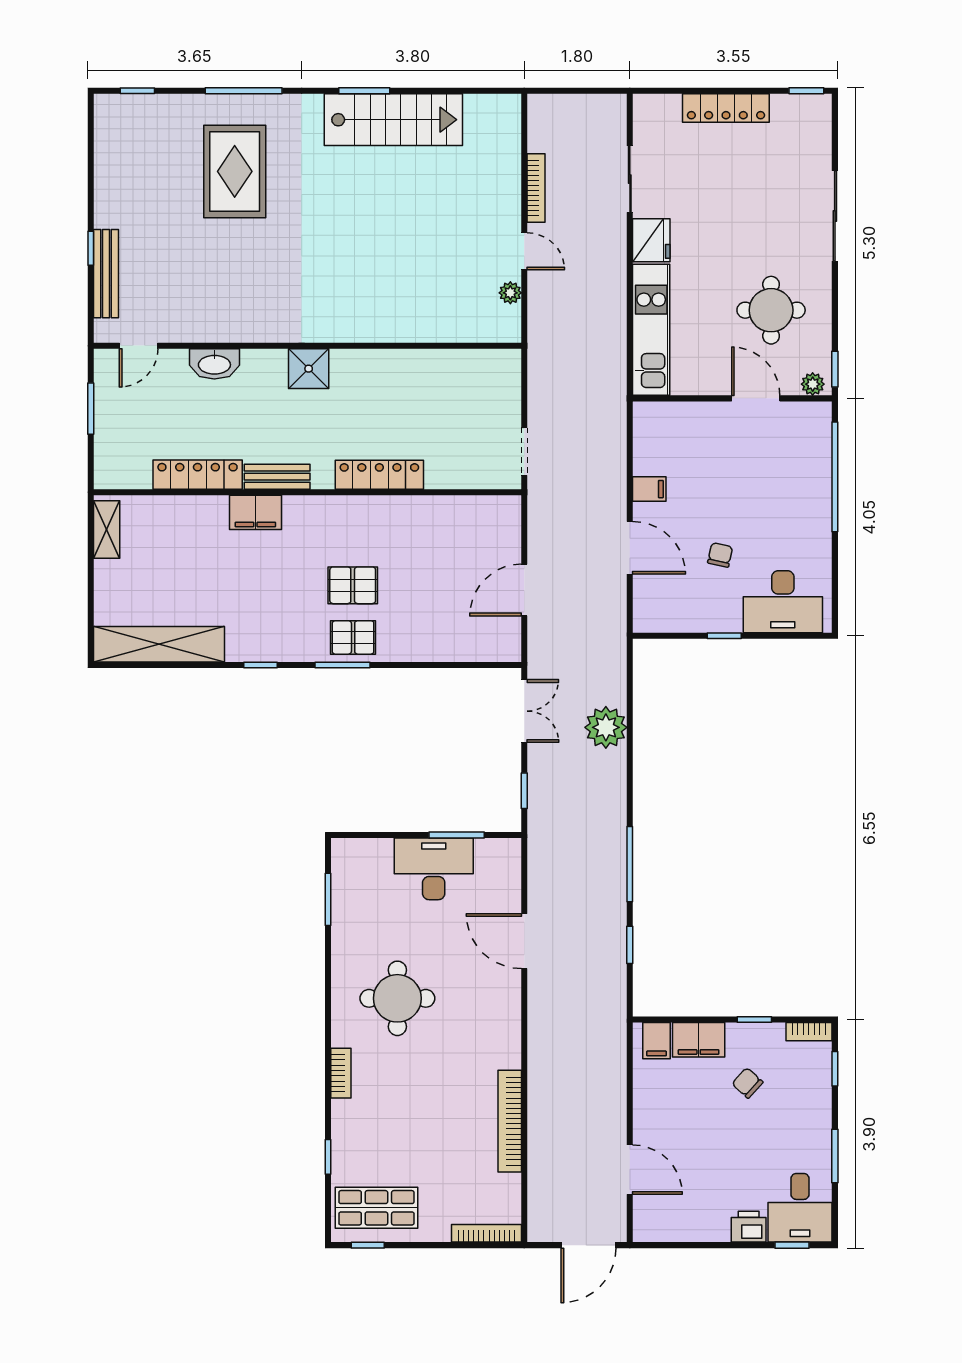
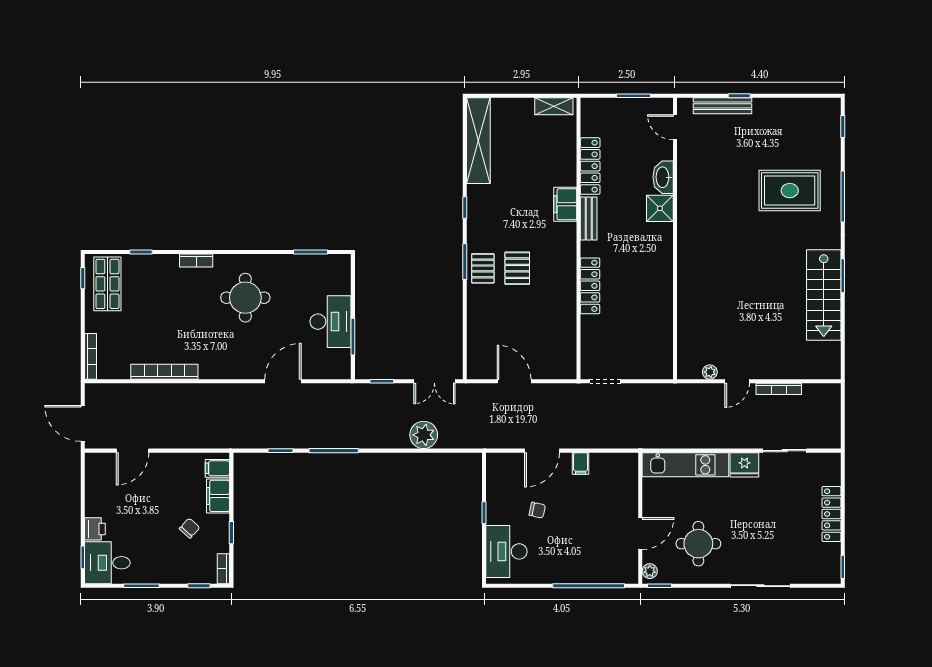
shower: (309, 369) -> (660, 208), moved

